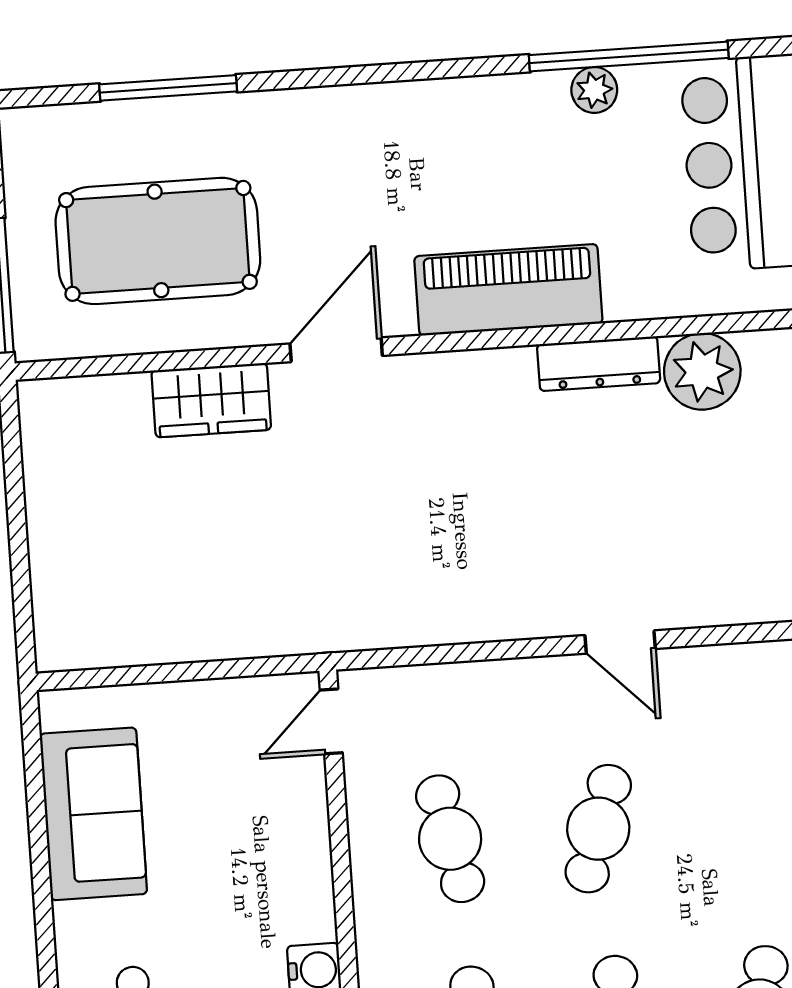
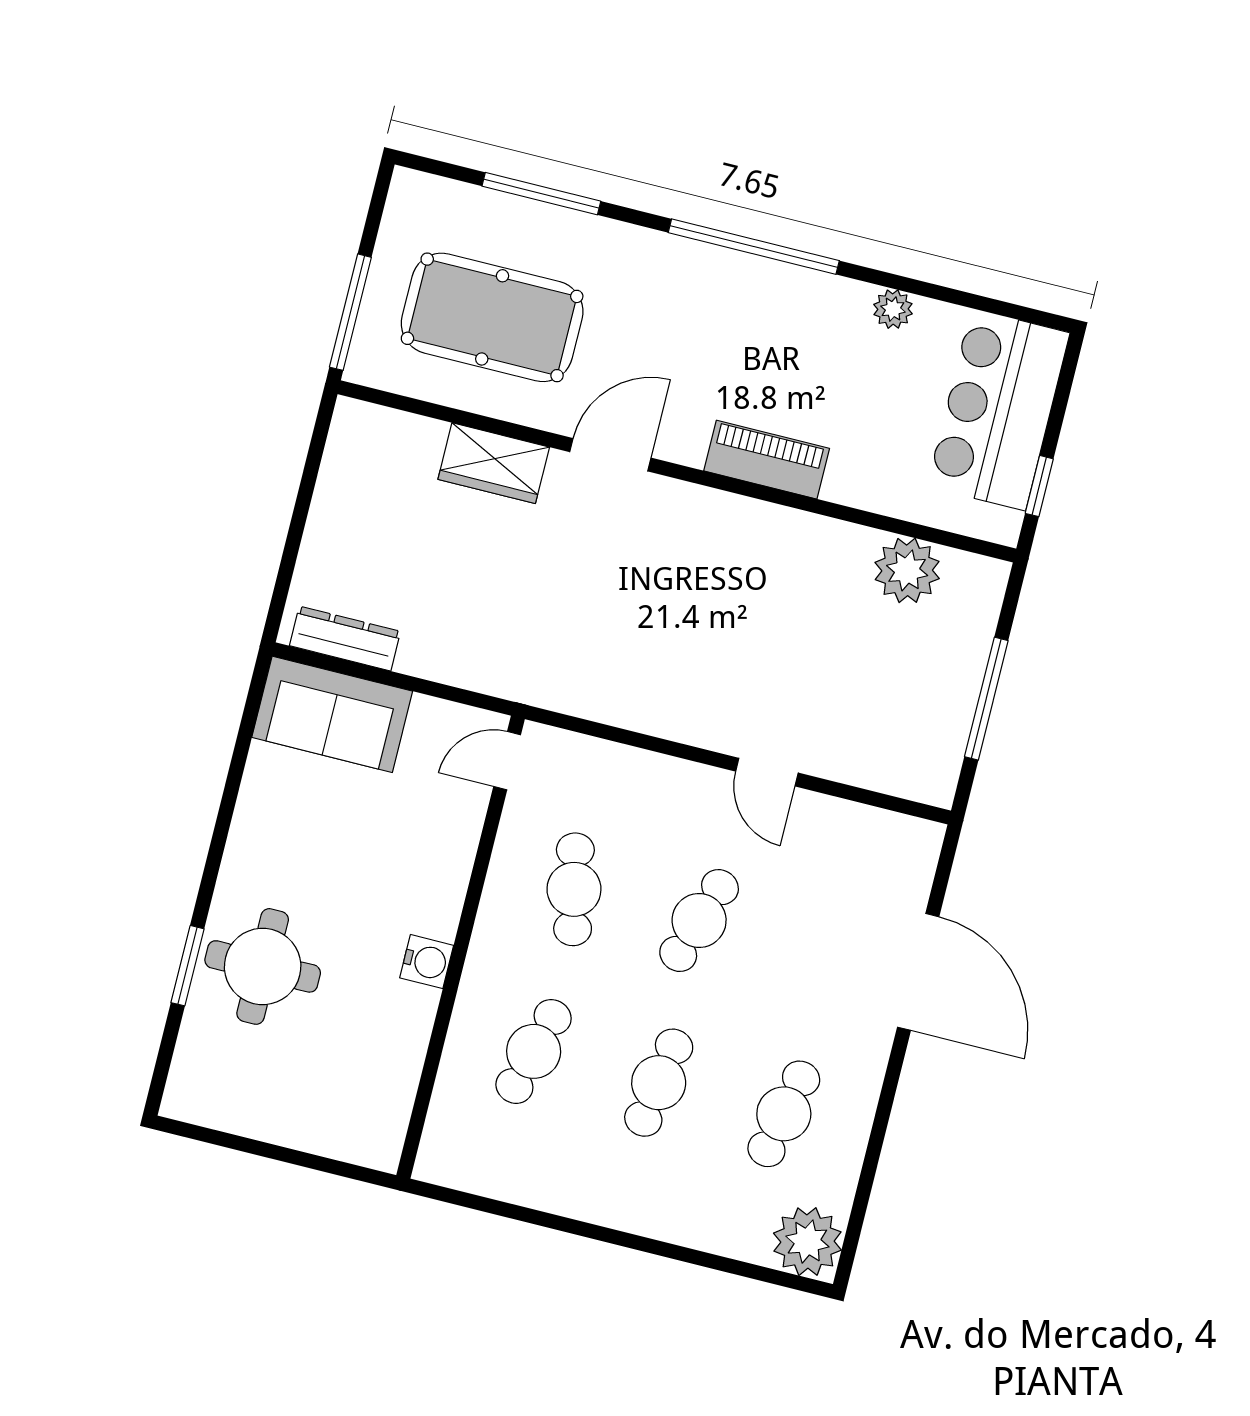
window: (629, 56) -> (754, 247), moved
piano: (508, 290) -> (767, 460), width x0.73, depth x0.75
dresser: (599, 364) -> (345, 639), moved, turned 180
sofa: (93, 814) -> (332, 714), moved, turned 90

